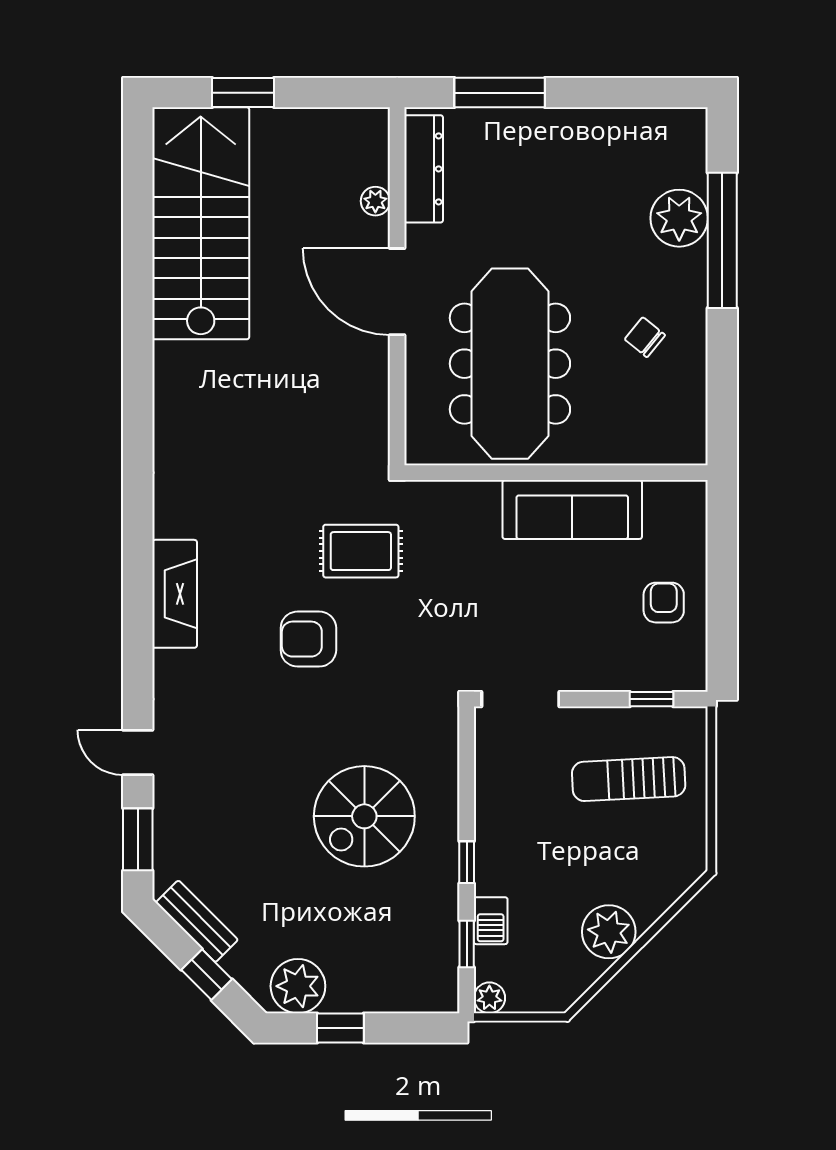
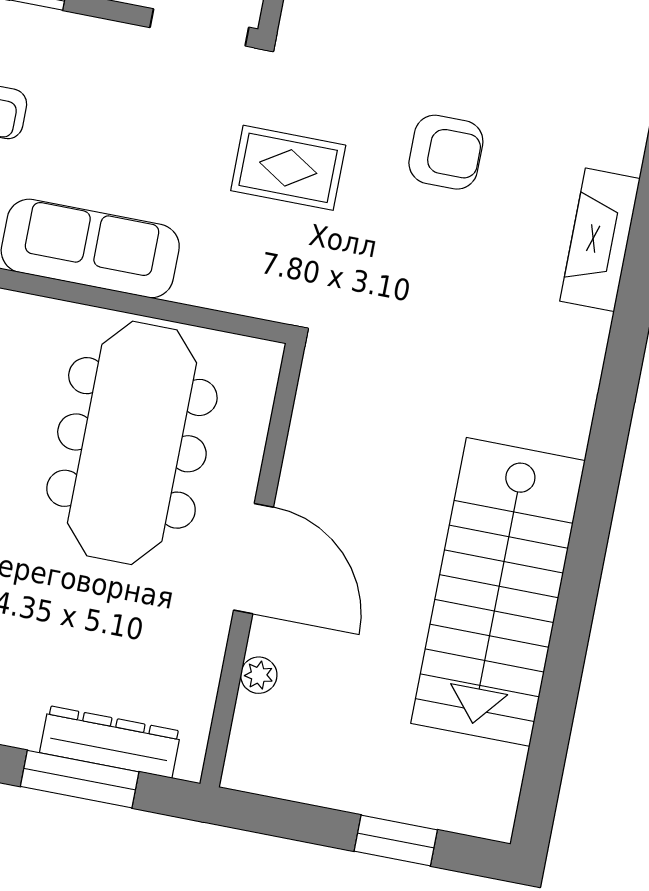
dresser: (424, 169) -> (110, 742), moved, turned 90
stairs: (201, 223) -> (498, 592), moved
rug: (361, 551) -> (288, 168), moved

